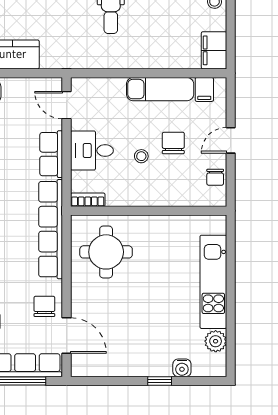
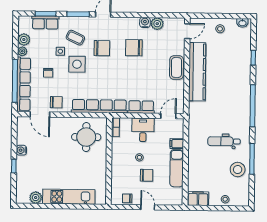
filing cabinet: (204, 89) -> (177, 144), moved
door: (67, 335) -> (40, 114), hinge flipped
water cooler: (182, 368) -> (21, 150), moved

